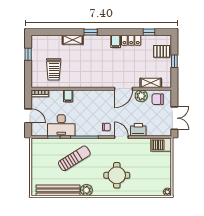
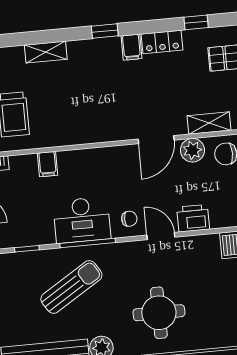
window: (91, 32) -> (105, 31), moved
desk: (61, 125) -> (82, 220), moved

